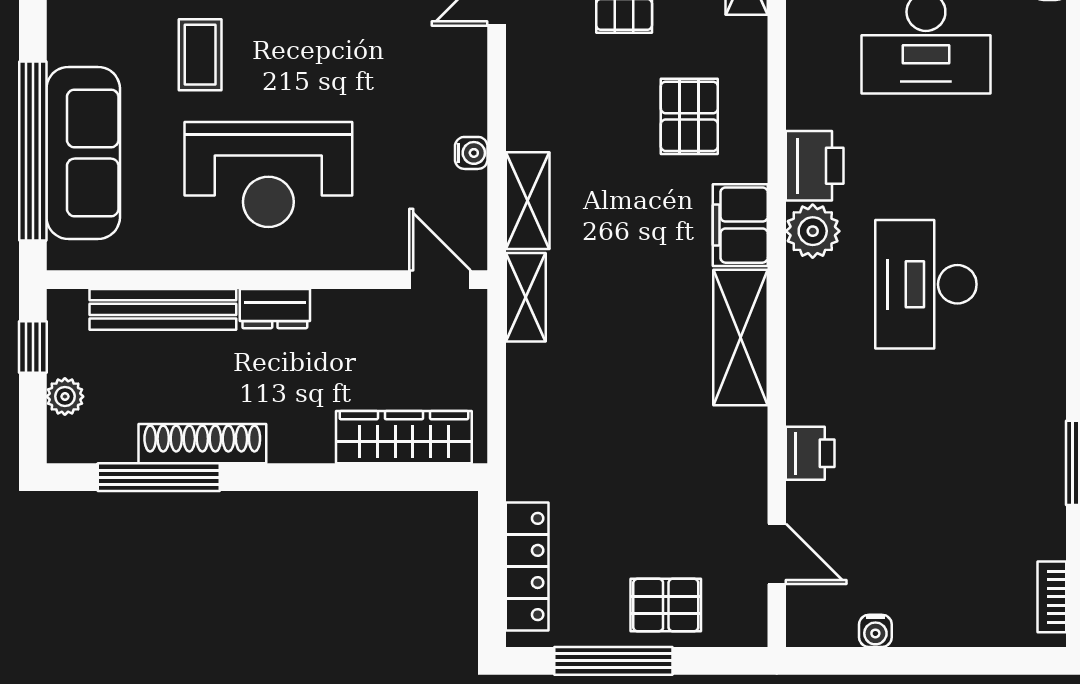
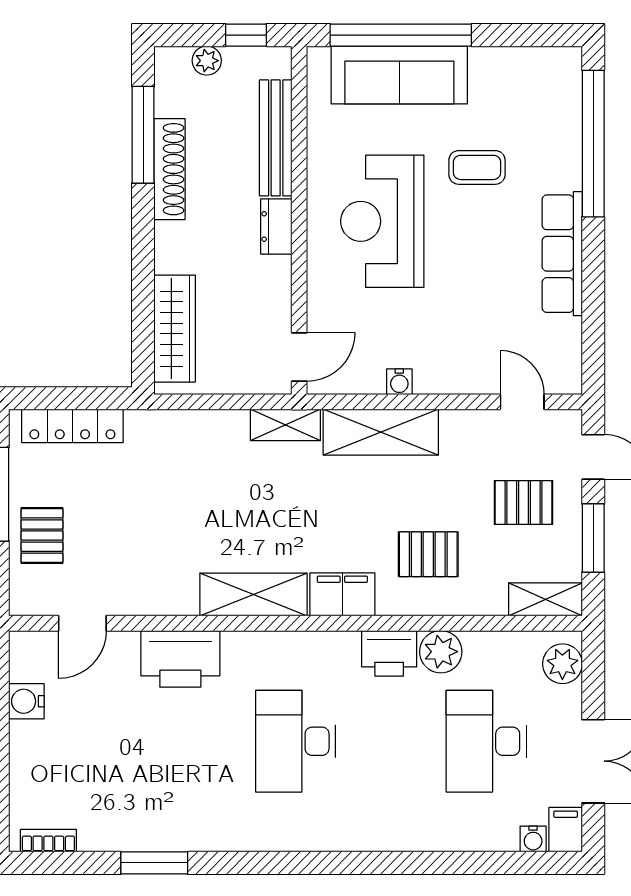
shelving: (528, 201) -> (381, 432), width x1.50, depth x1.33
plant: (813, 231) -> (441, 652), moved
desk: (926, 284) -> (296, 741), turned -90
printer: (810, 453) -> (180, 659), width x1.87, depth x1.48
water cooler: (875, 631) -> (26, 701), width x1.38, depth x1.38

